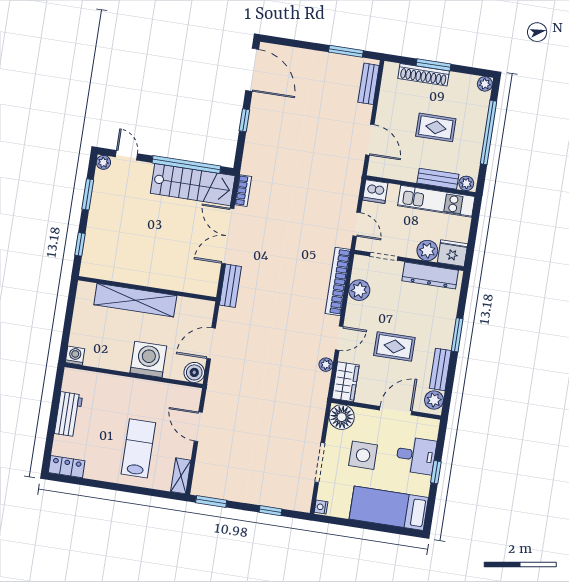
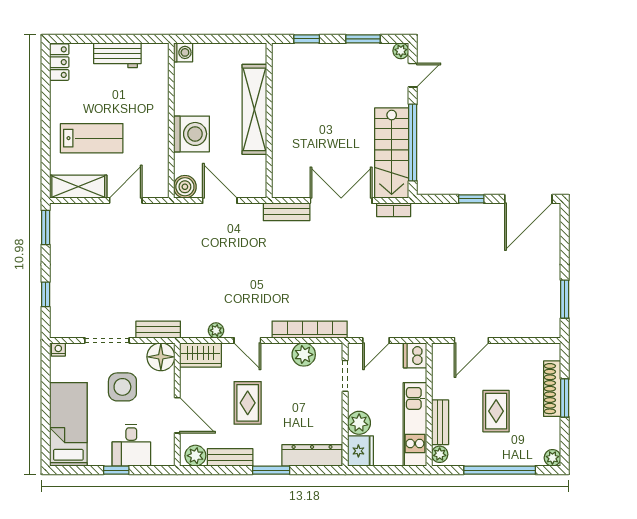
bench: (369, 84) -> (158, 330), moved
dresser: (430, 275) -> (312, 455), moved, turned 90
shelving: (181, 476) -> (78, 187), width x1.50, depth x1.33

